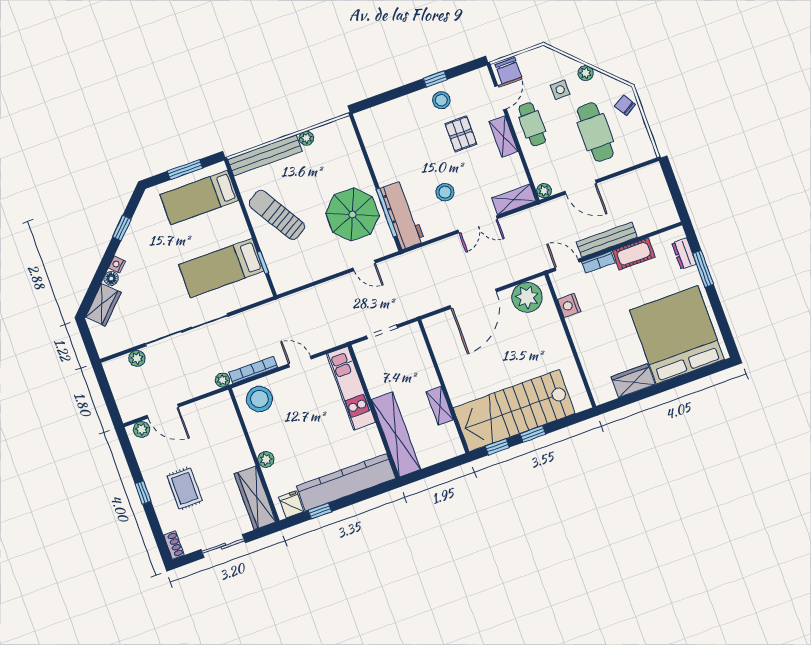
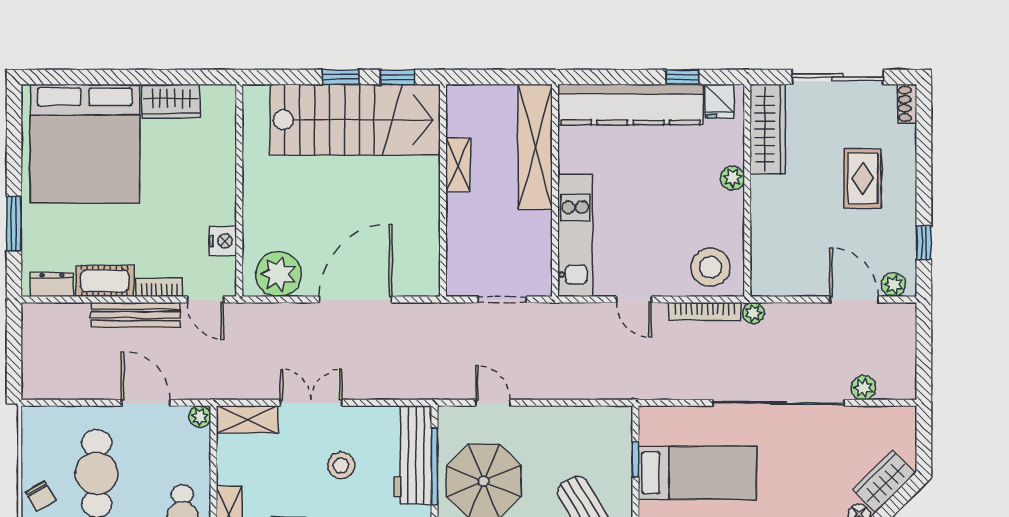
dresser: (684, 254) -> (52, 285), moved, turned -90
window: (143, 493) -> (924, 243), moved
sliding door: (223, 546) -> (838, 77), width x1.37

